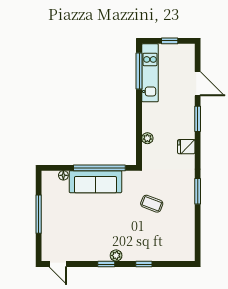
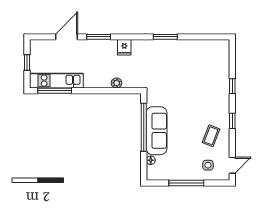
coffee table: (152, 204) -> (211, 136), moved
side table: (58, 238) -> (208, 165), added
plant: (116, 255) -> (224, 112), removed

